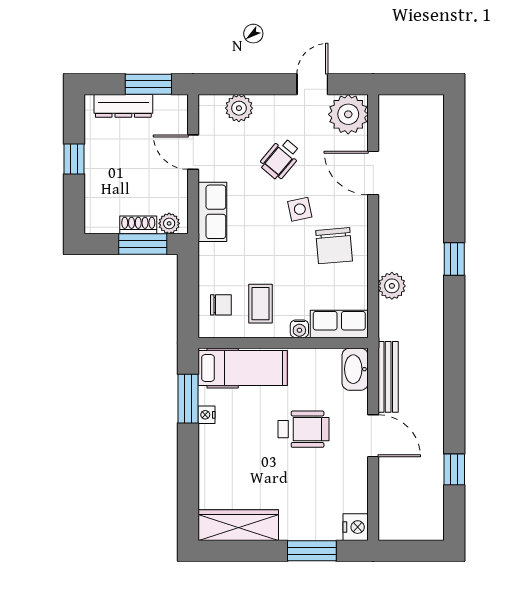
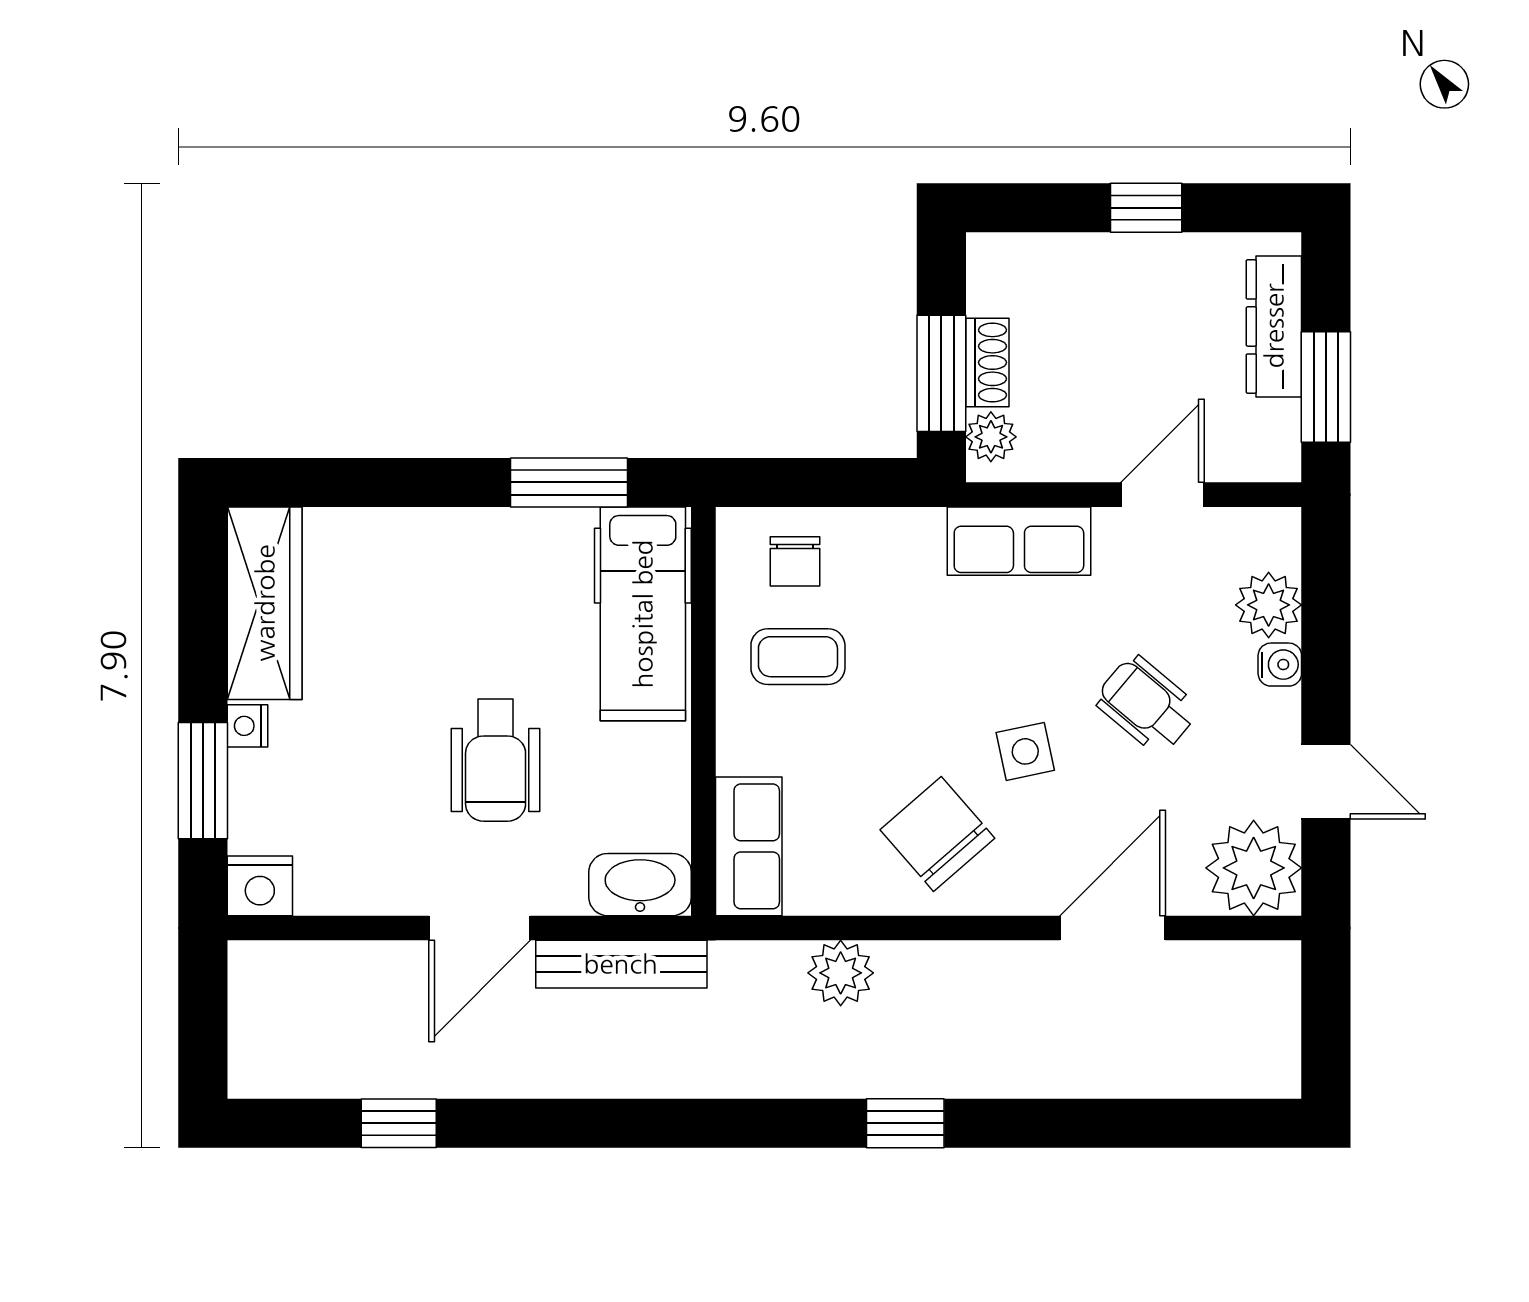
chair: (334, 246) -> (937, 834), turned 54
water cooler: (299, 329) -> (1280, 665), moved, turned 180
nightstand: (207, 415) -> (247, 726), moved, turned -90

